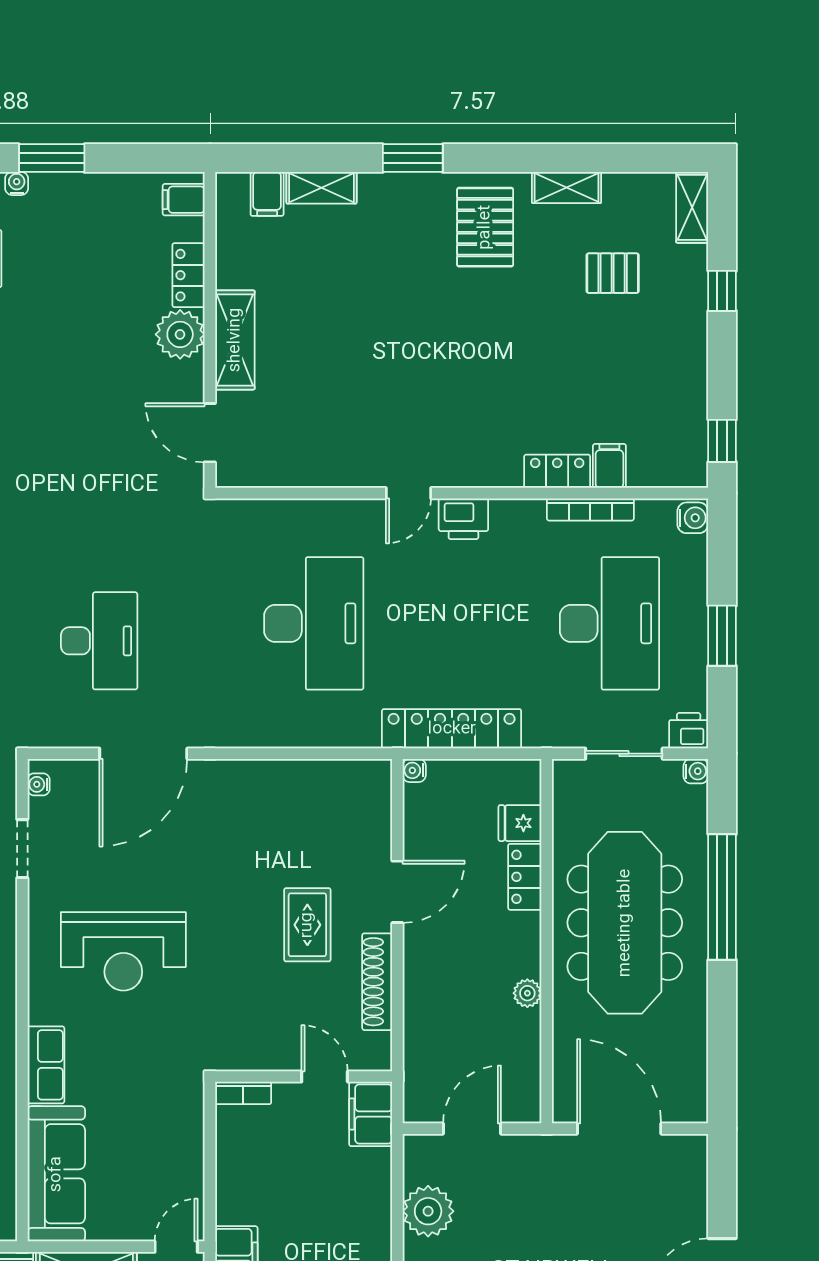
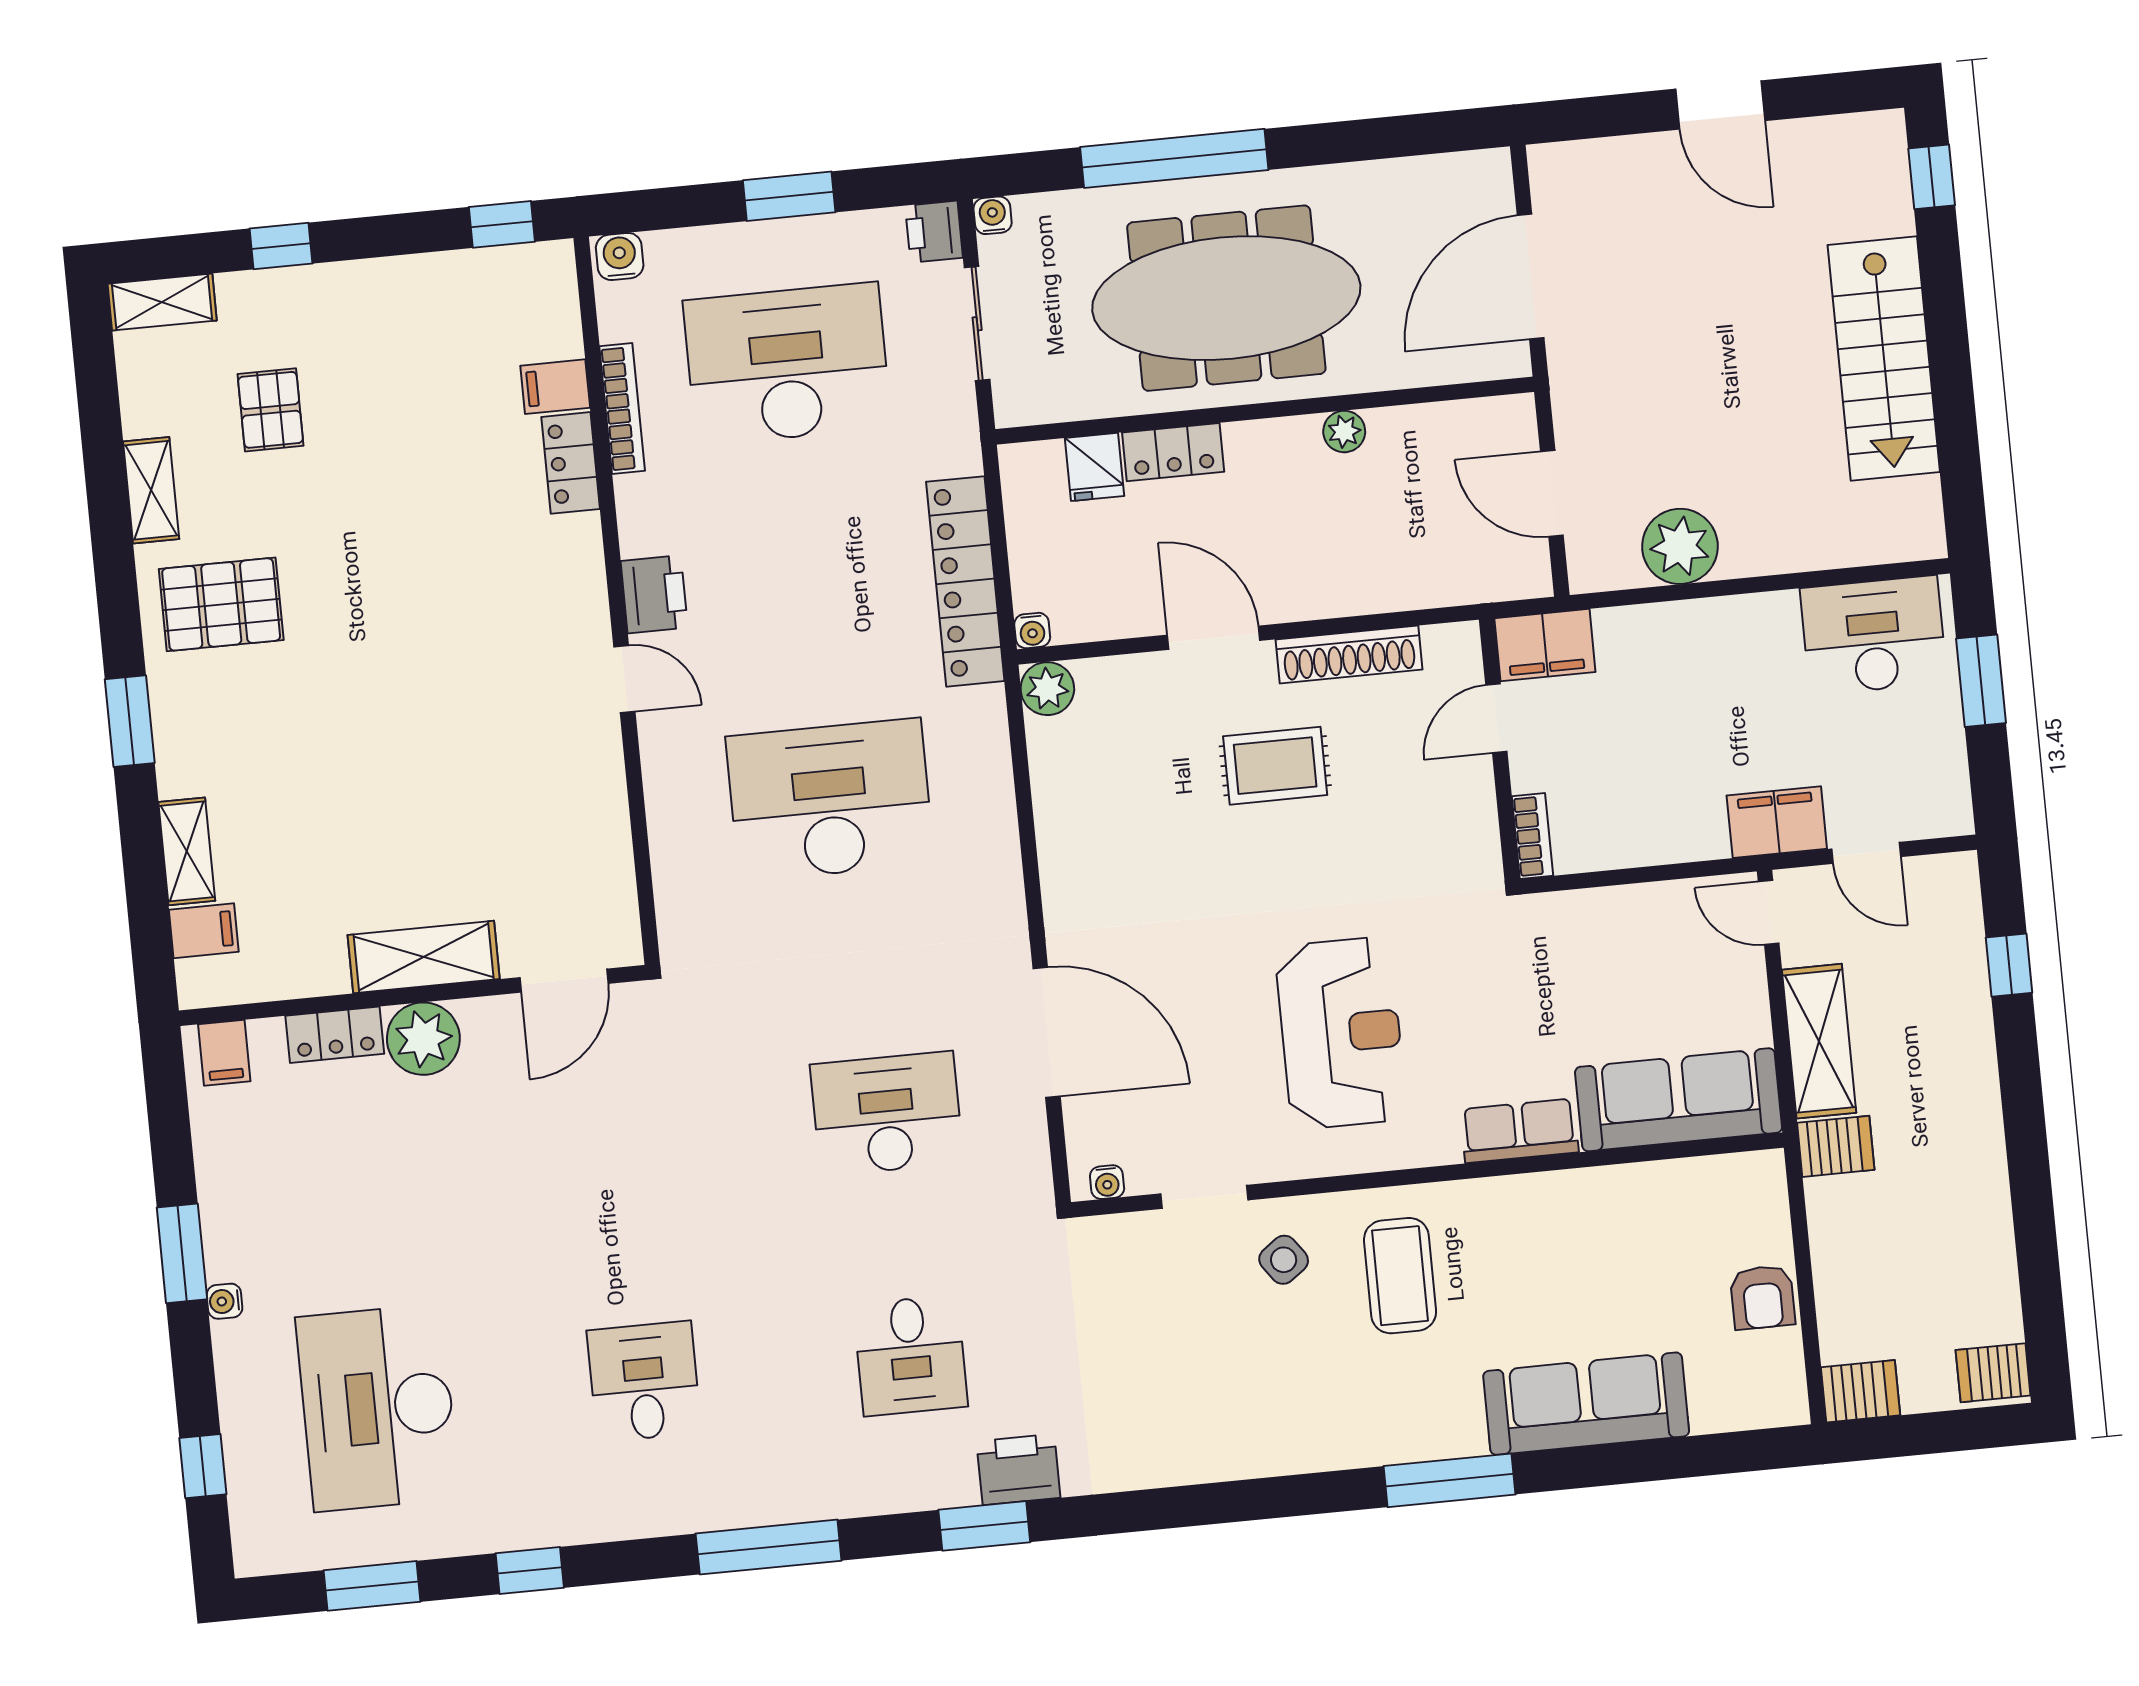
plant: (374, 777) -> (1047, 689), added

